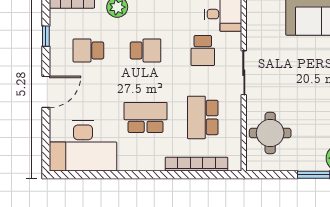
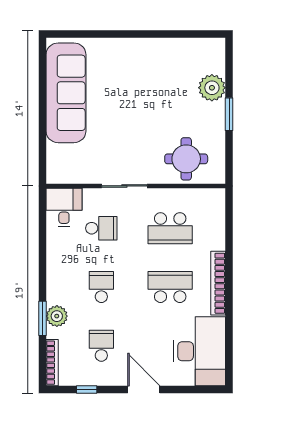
school desk: (88, 50) -> (101, 346), turned 180
school desk: (146, 117) -> (170, 287), turned 90
bookcase: (196, 164) -> (218, 283), moved

